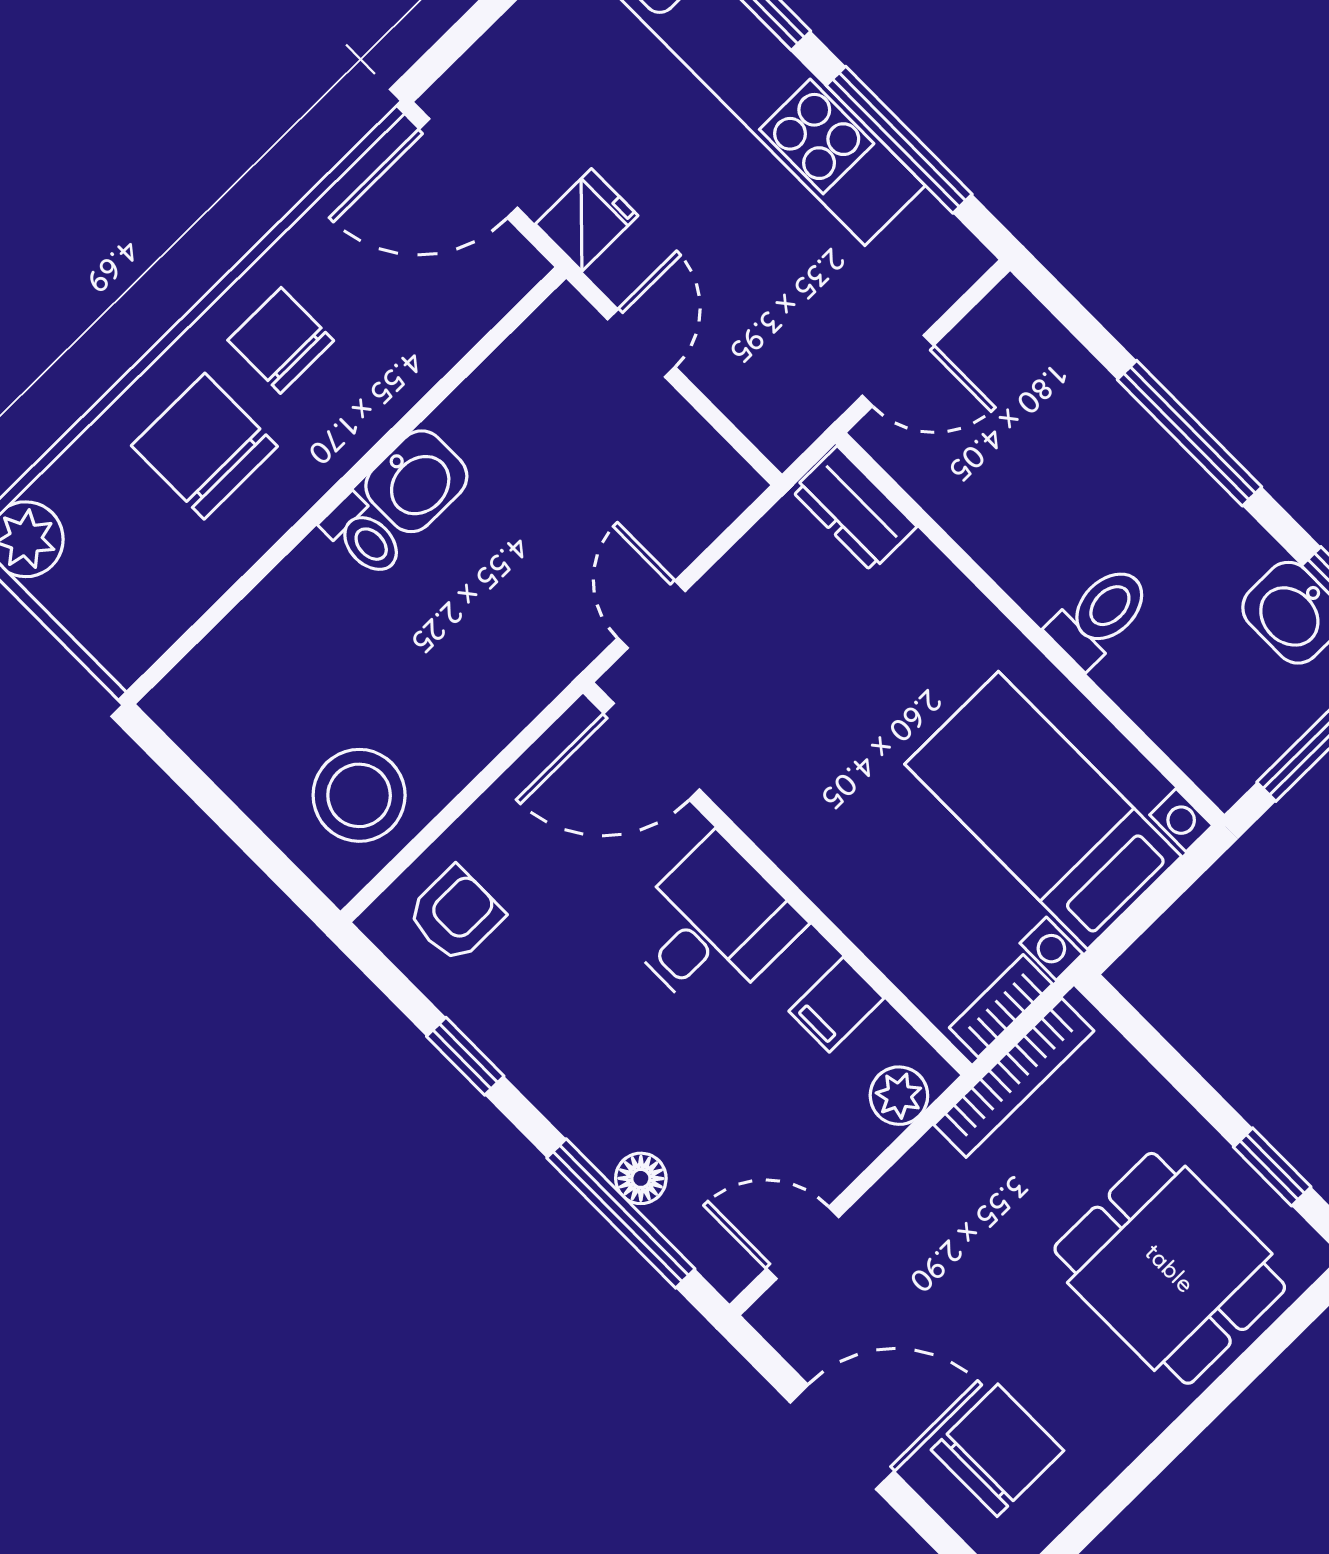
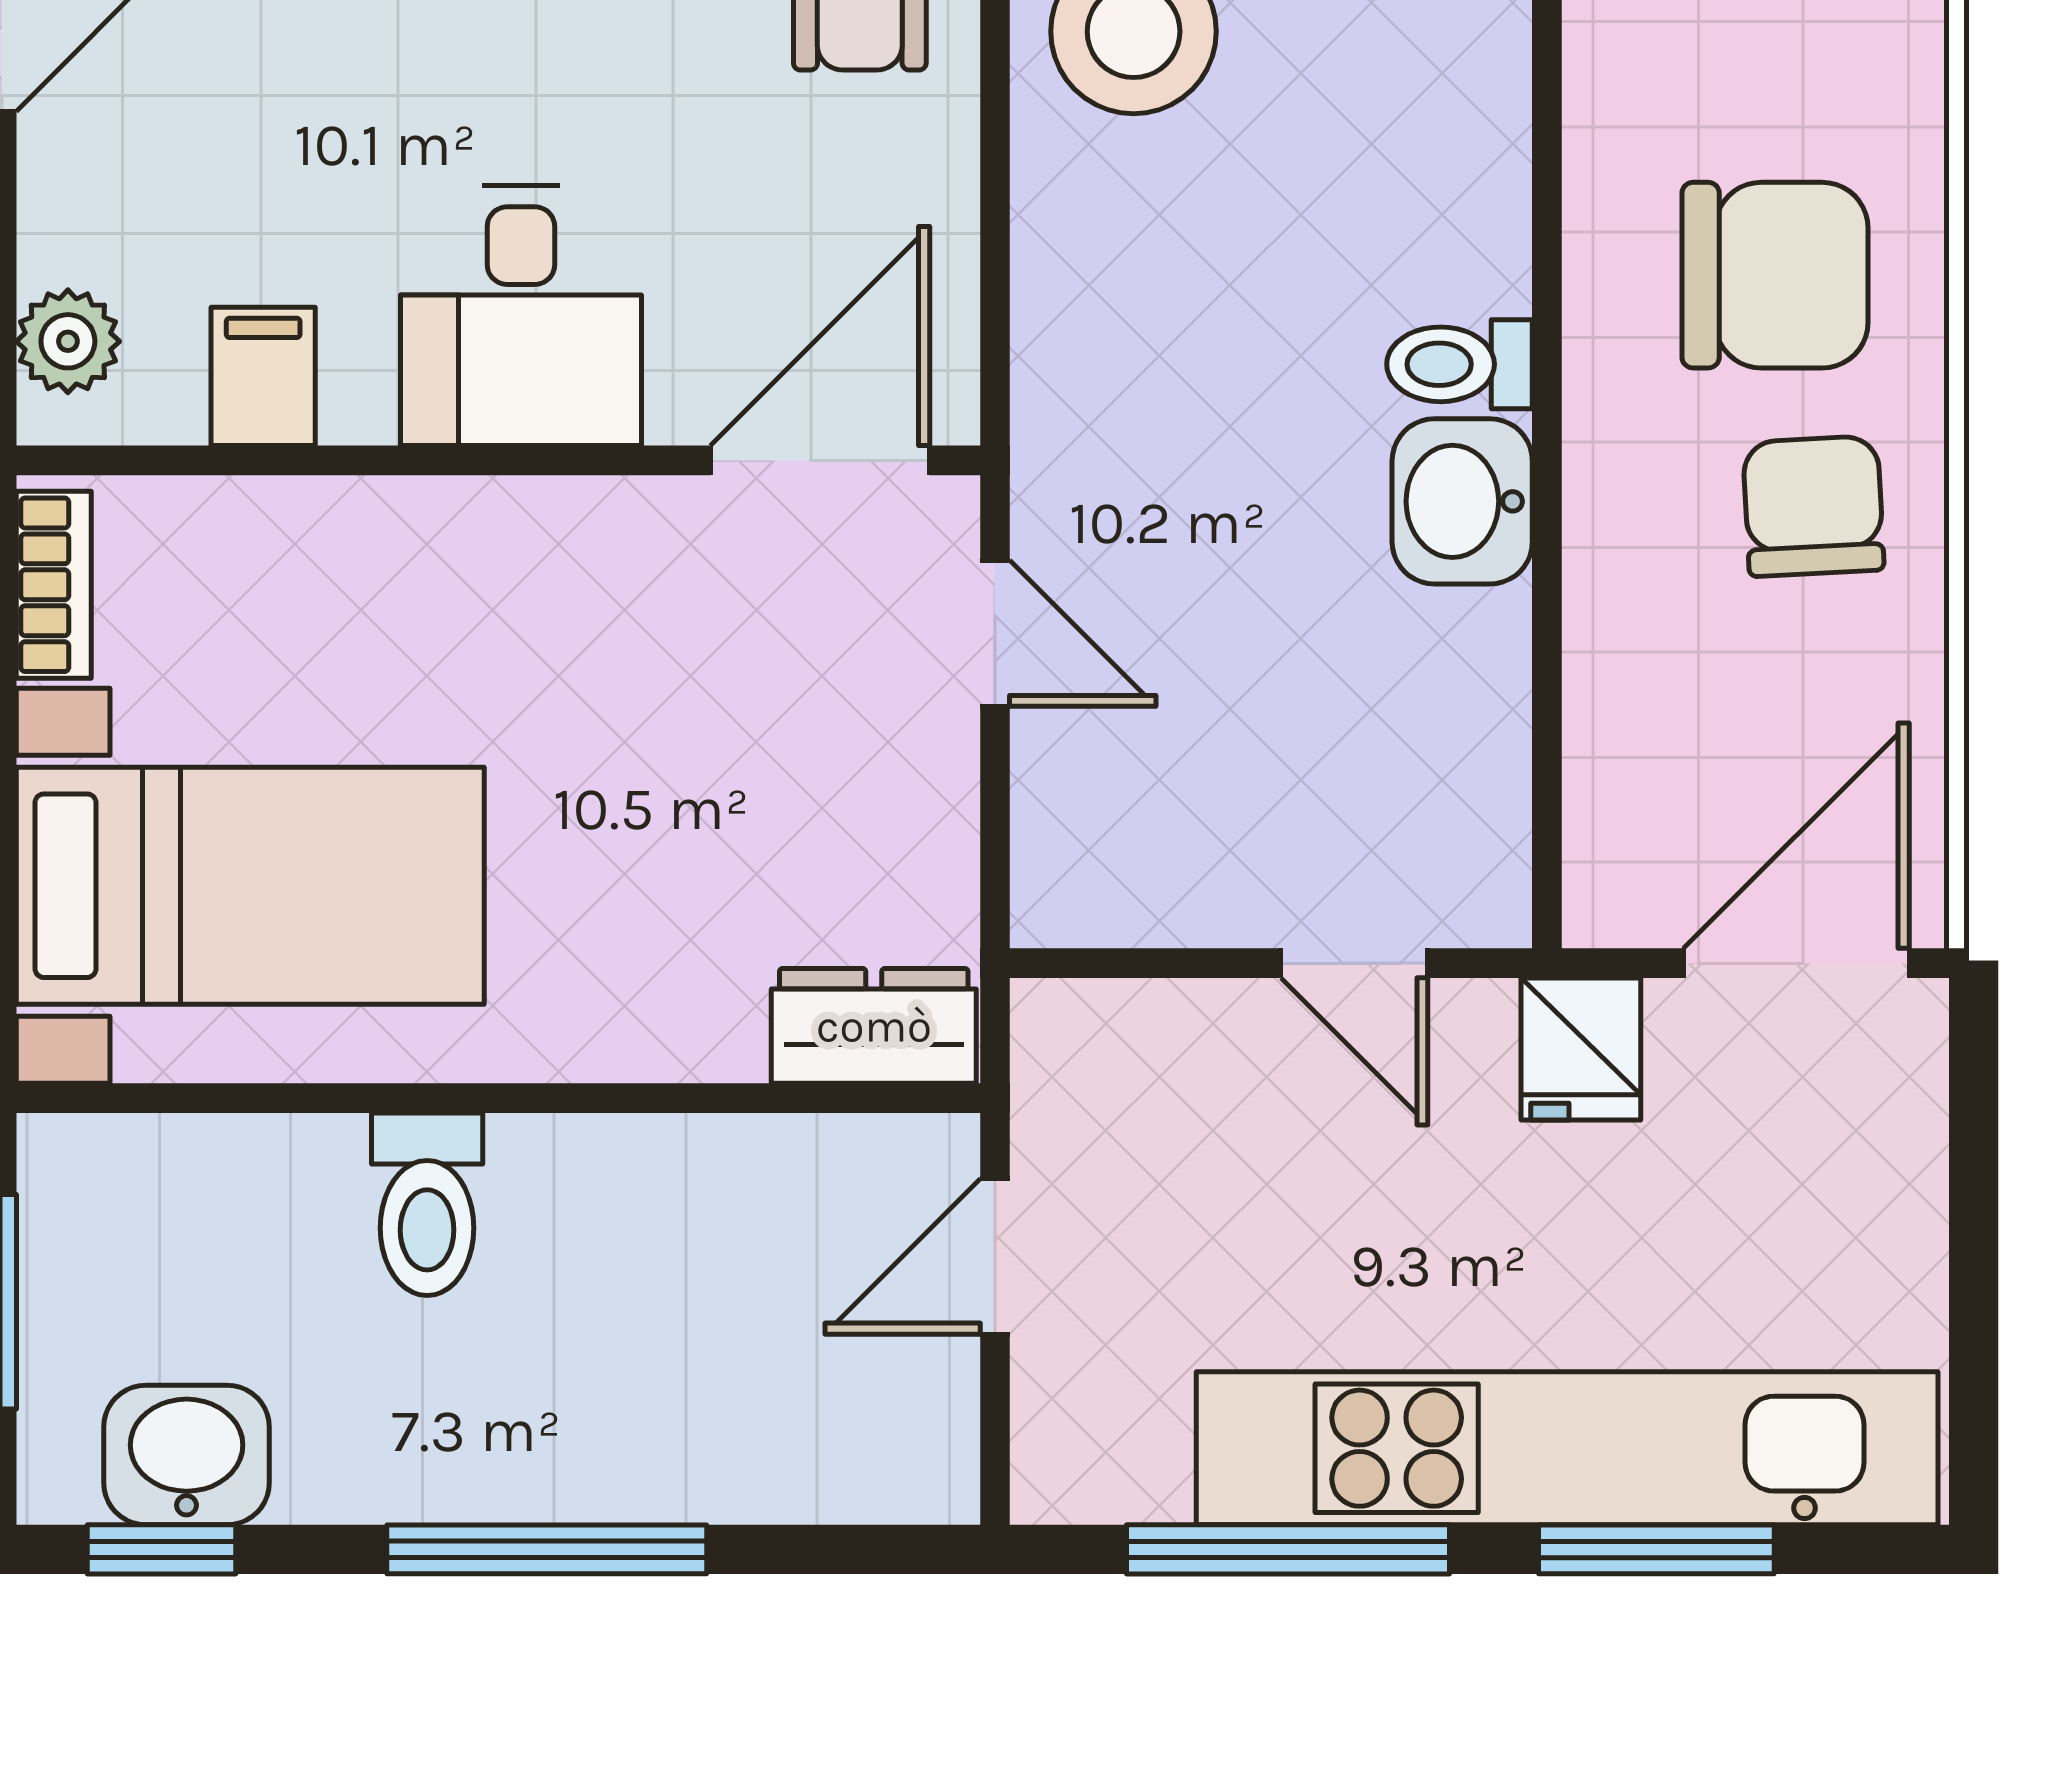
chair: (281, 340) -> (1813, 506), turned -93

